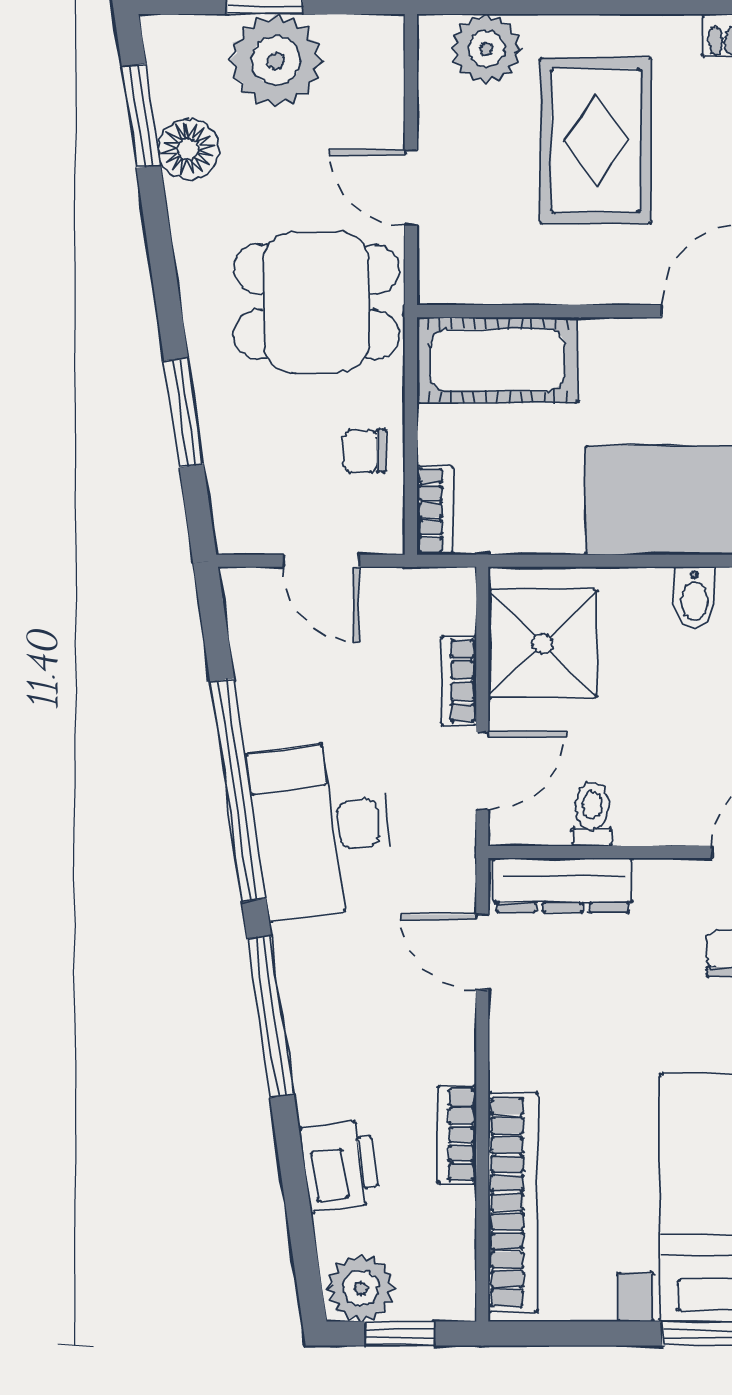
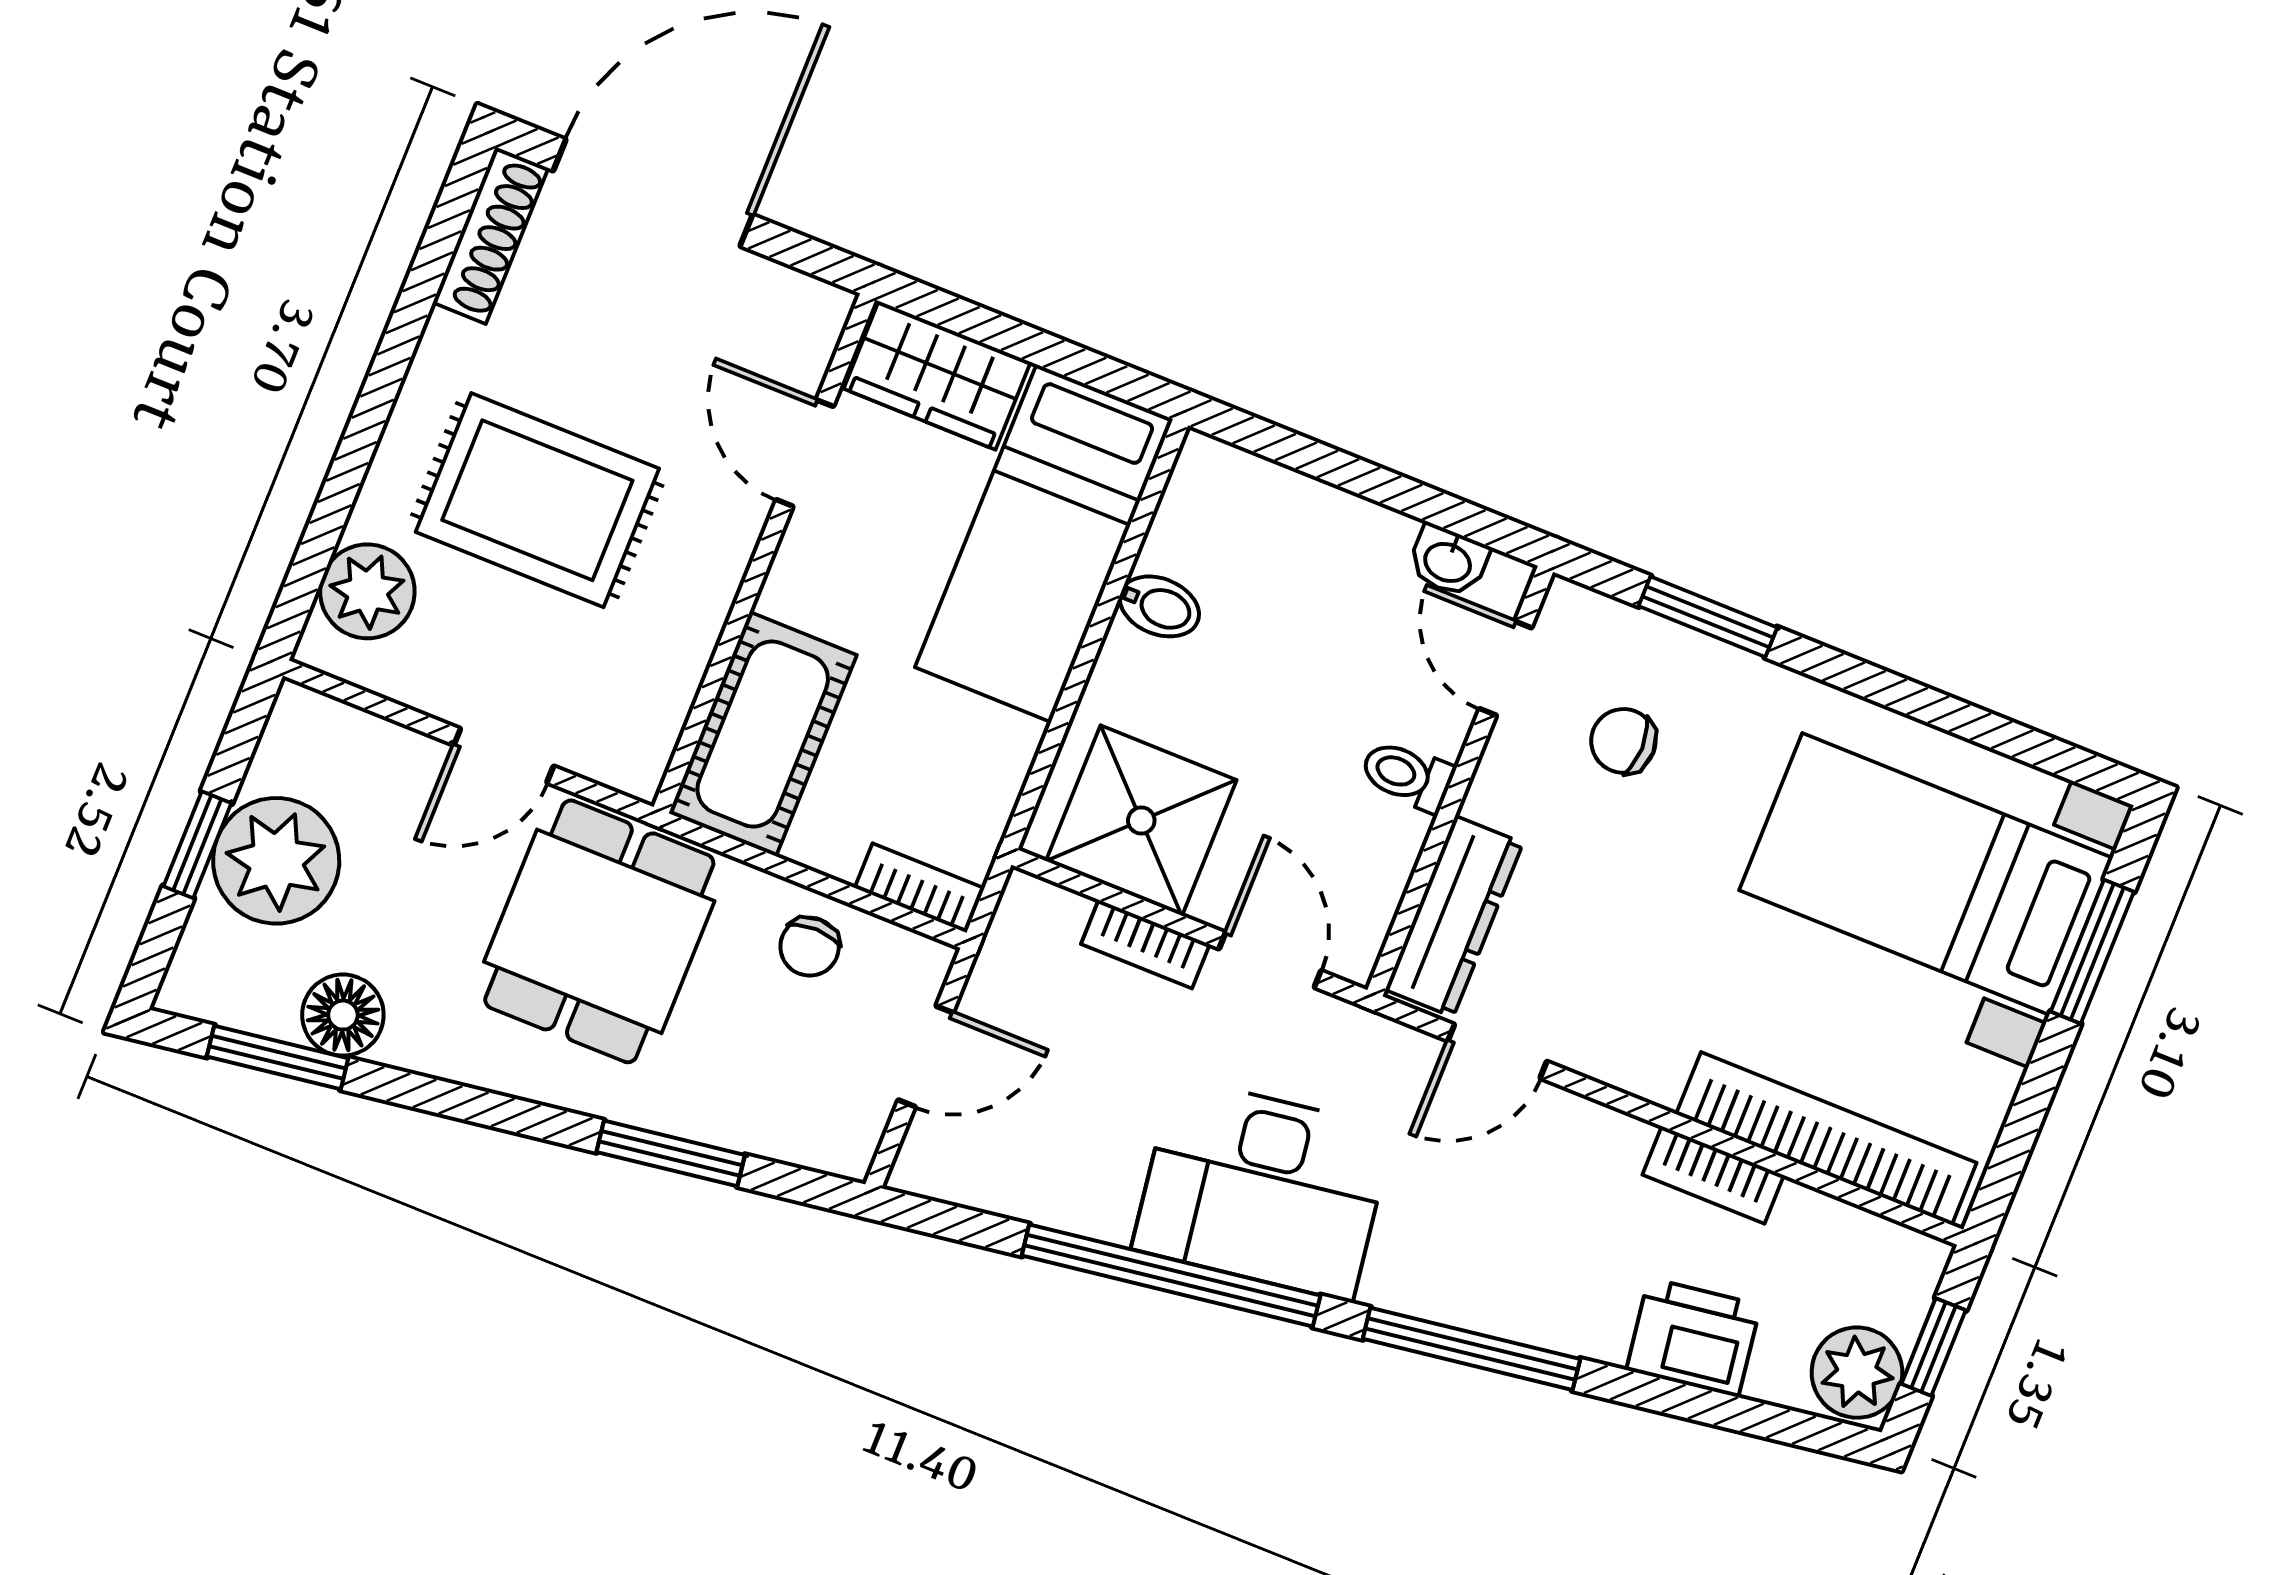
toilet: (592, 814) -> (1407, 775), moved

